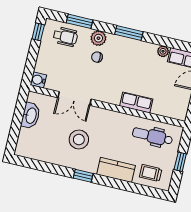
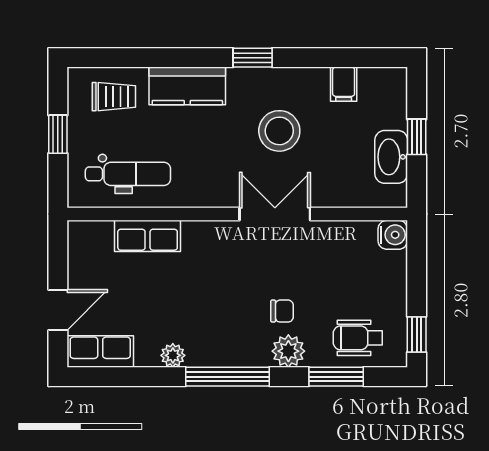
window: (129, 33) -> (228, 377), width x1.44
plant: (163, 51) -> (173, 355), moved
double door: (74, 98) -> (275, 214), moved
row of seats: (136, 103) -> (148, 236), moved
window: (17, 122) -> (417, 137), added
filing cabinet: (45, 154) -> (344, 84), added

